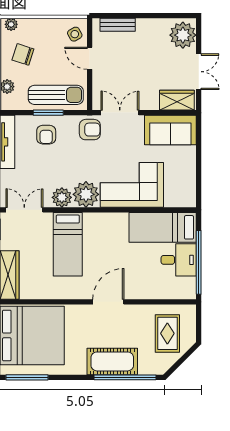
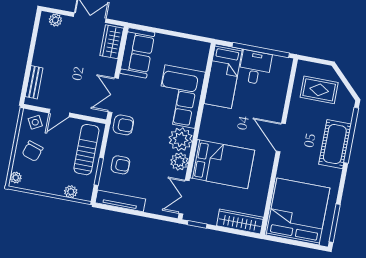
plant: (183, 35) -> (55, 20), width x0.53, depth x0.53
chair: (23, 54) -> (33, 151), moved
window: (48, 113) -> (99, 171), moved
armchair: (90, 130) -> (123, 125), turned 90
bed: (68, 244) -> (222, 164), width x1.50

